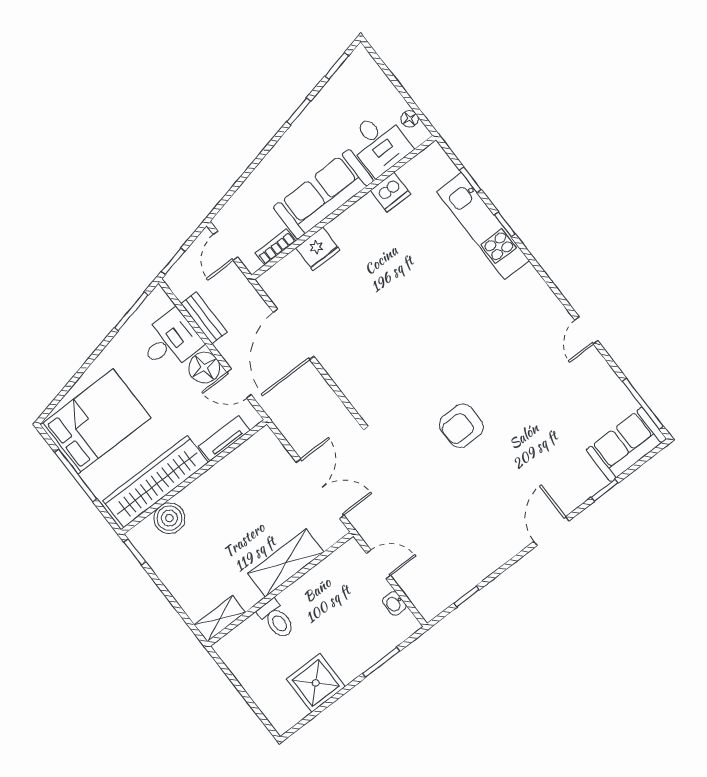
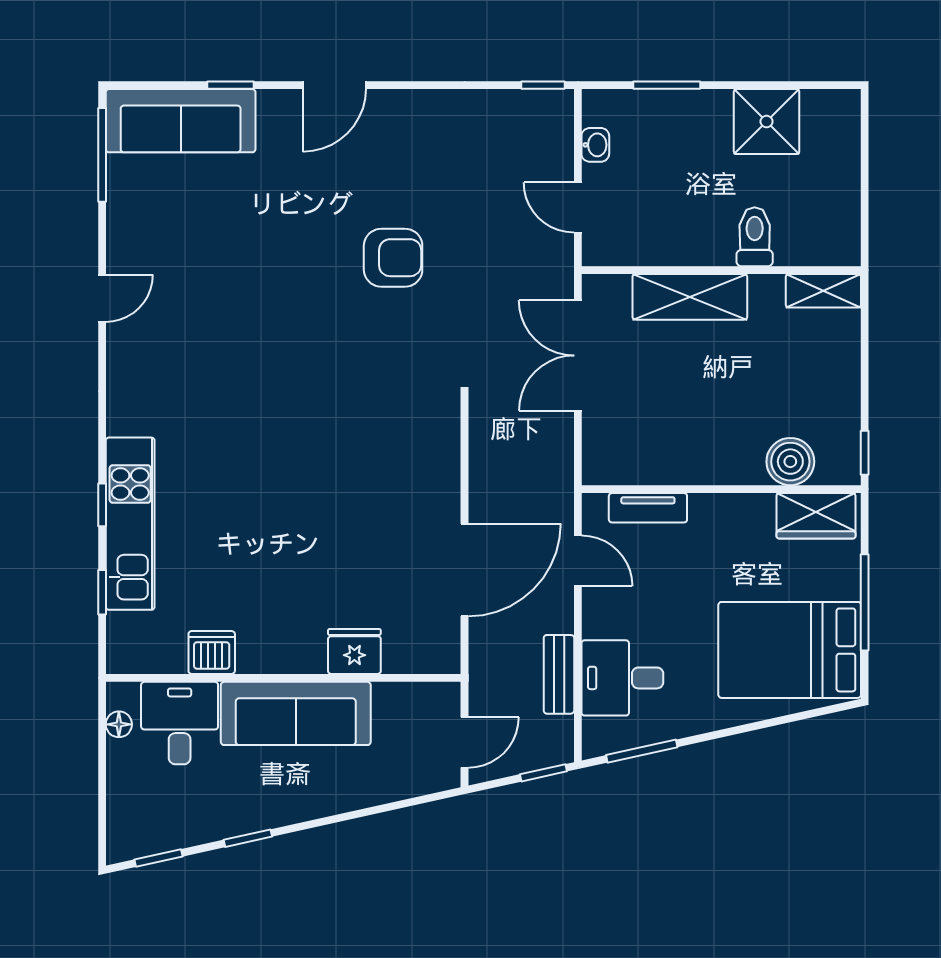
bookcase: (276, 247) -> (404, 694), removed
floor lamp: (204, 368) -> (605, 613), removed
armchair: (461, 426) -> (393, 258), moved
sofa: (626, 444) -> (181, 121), width x1.36
wardrobe: (156, 481) -> (816, 516), width x0.48, depth x0.85
window: (467, 596) -> (543, 85), moved

